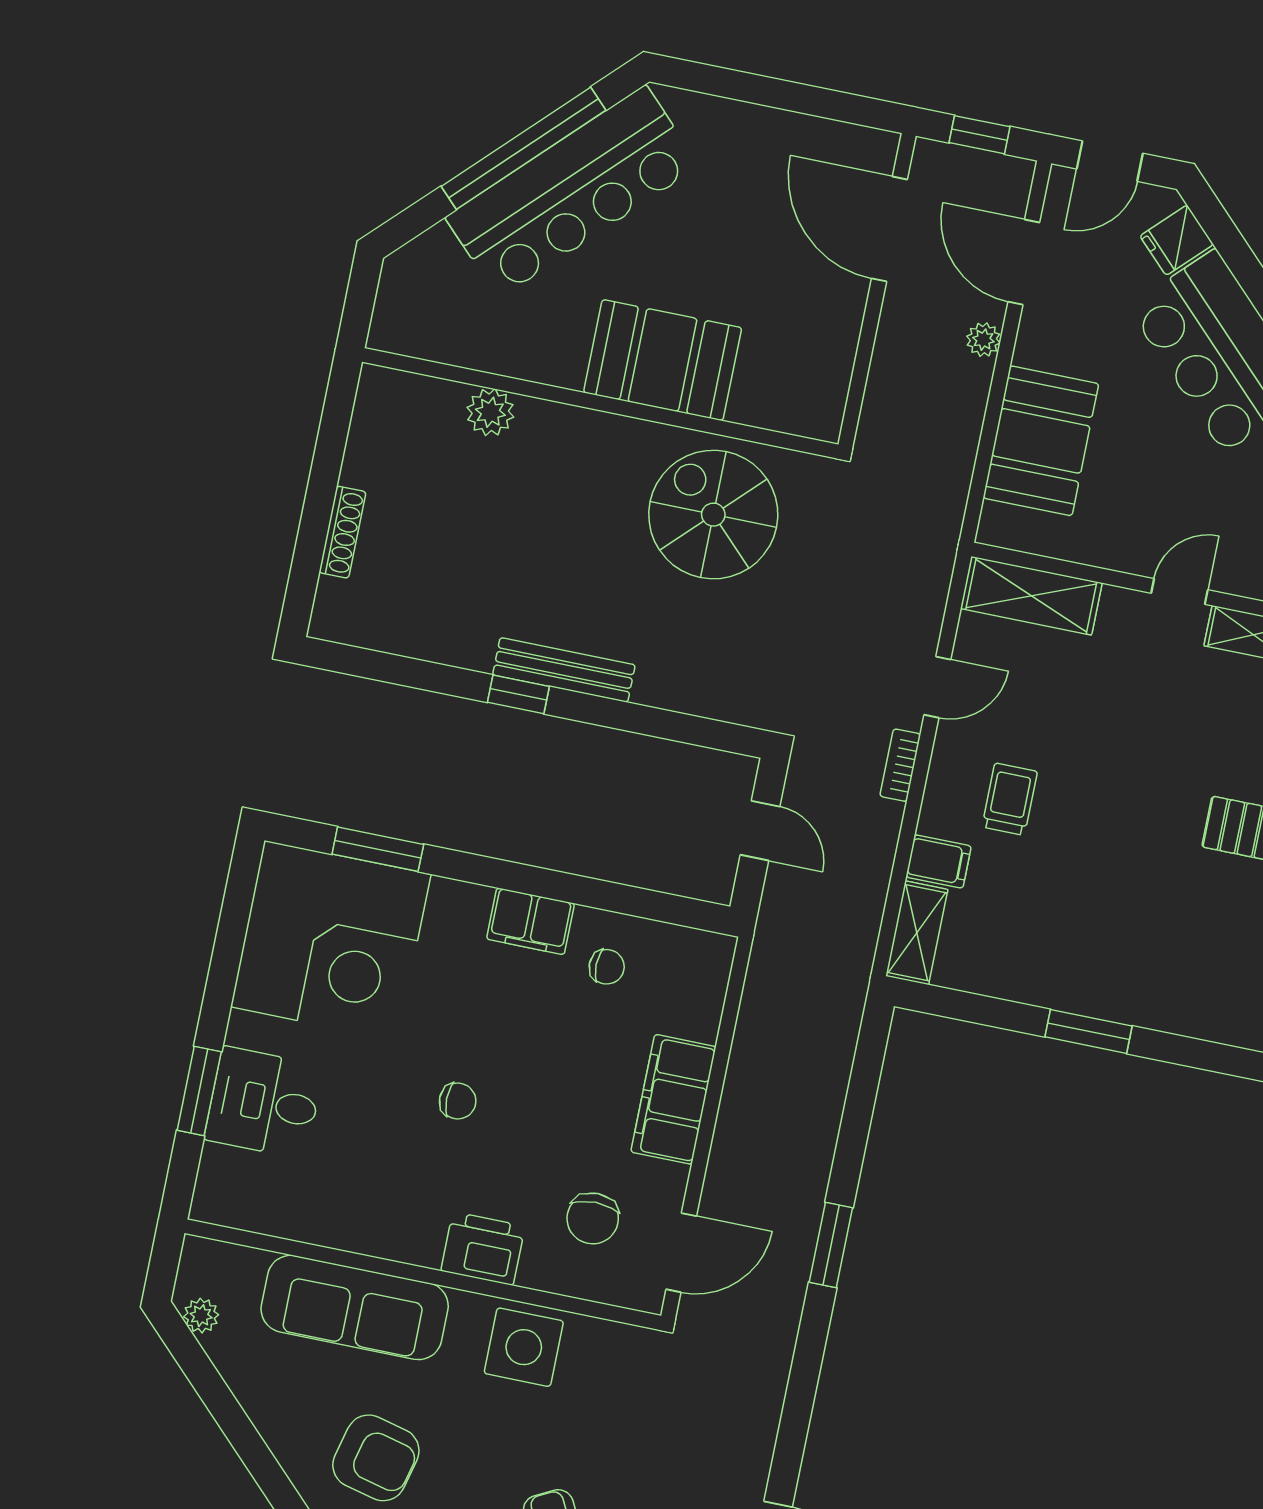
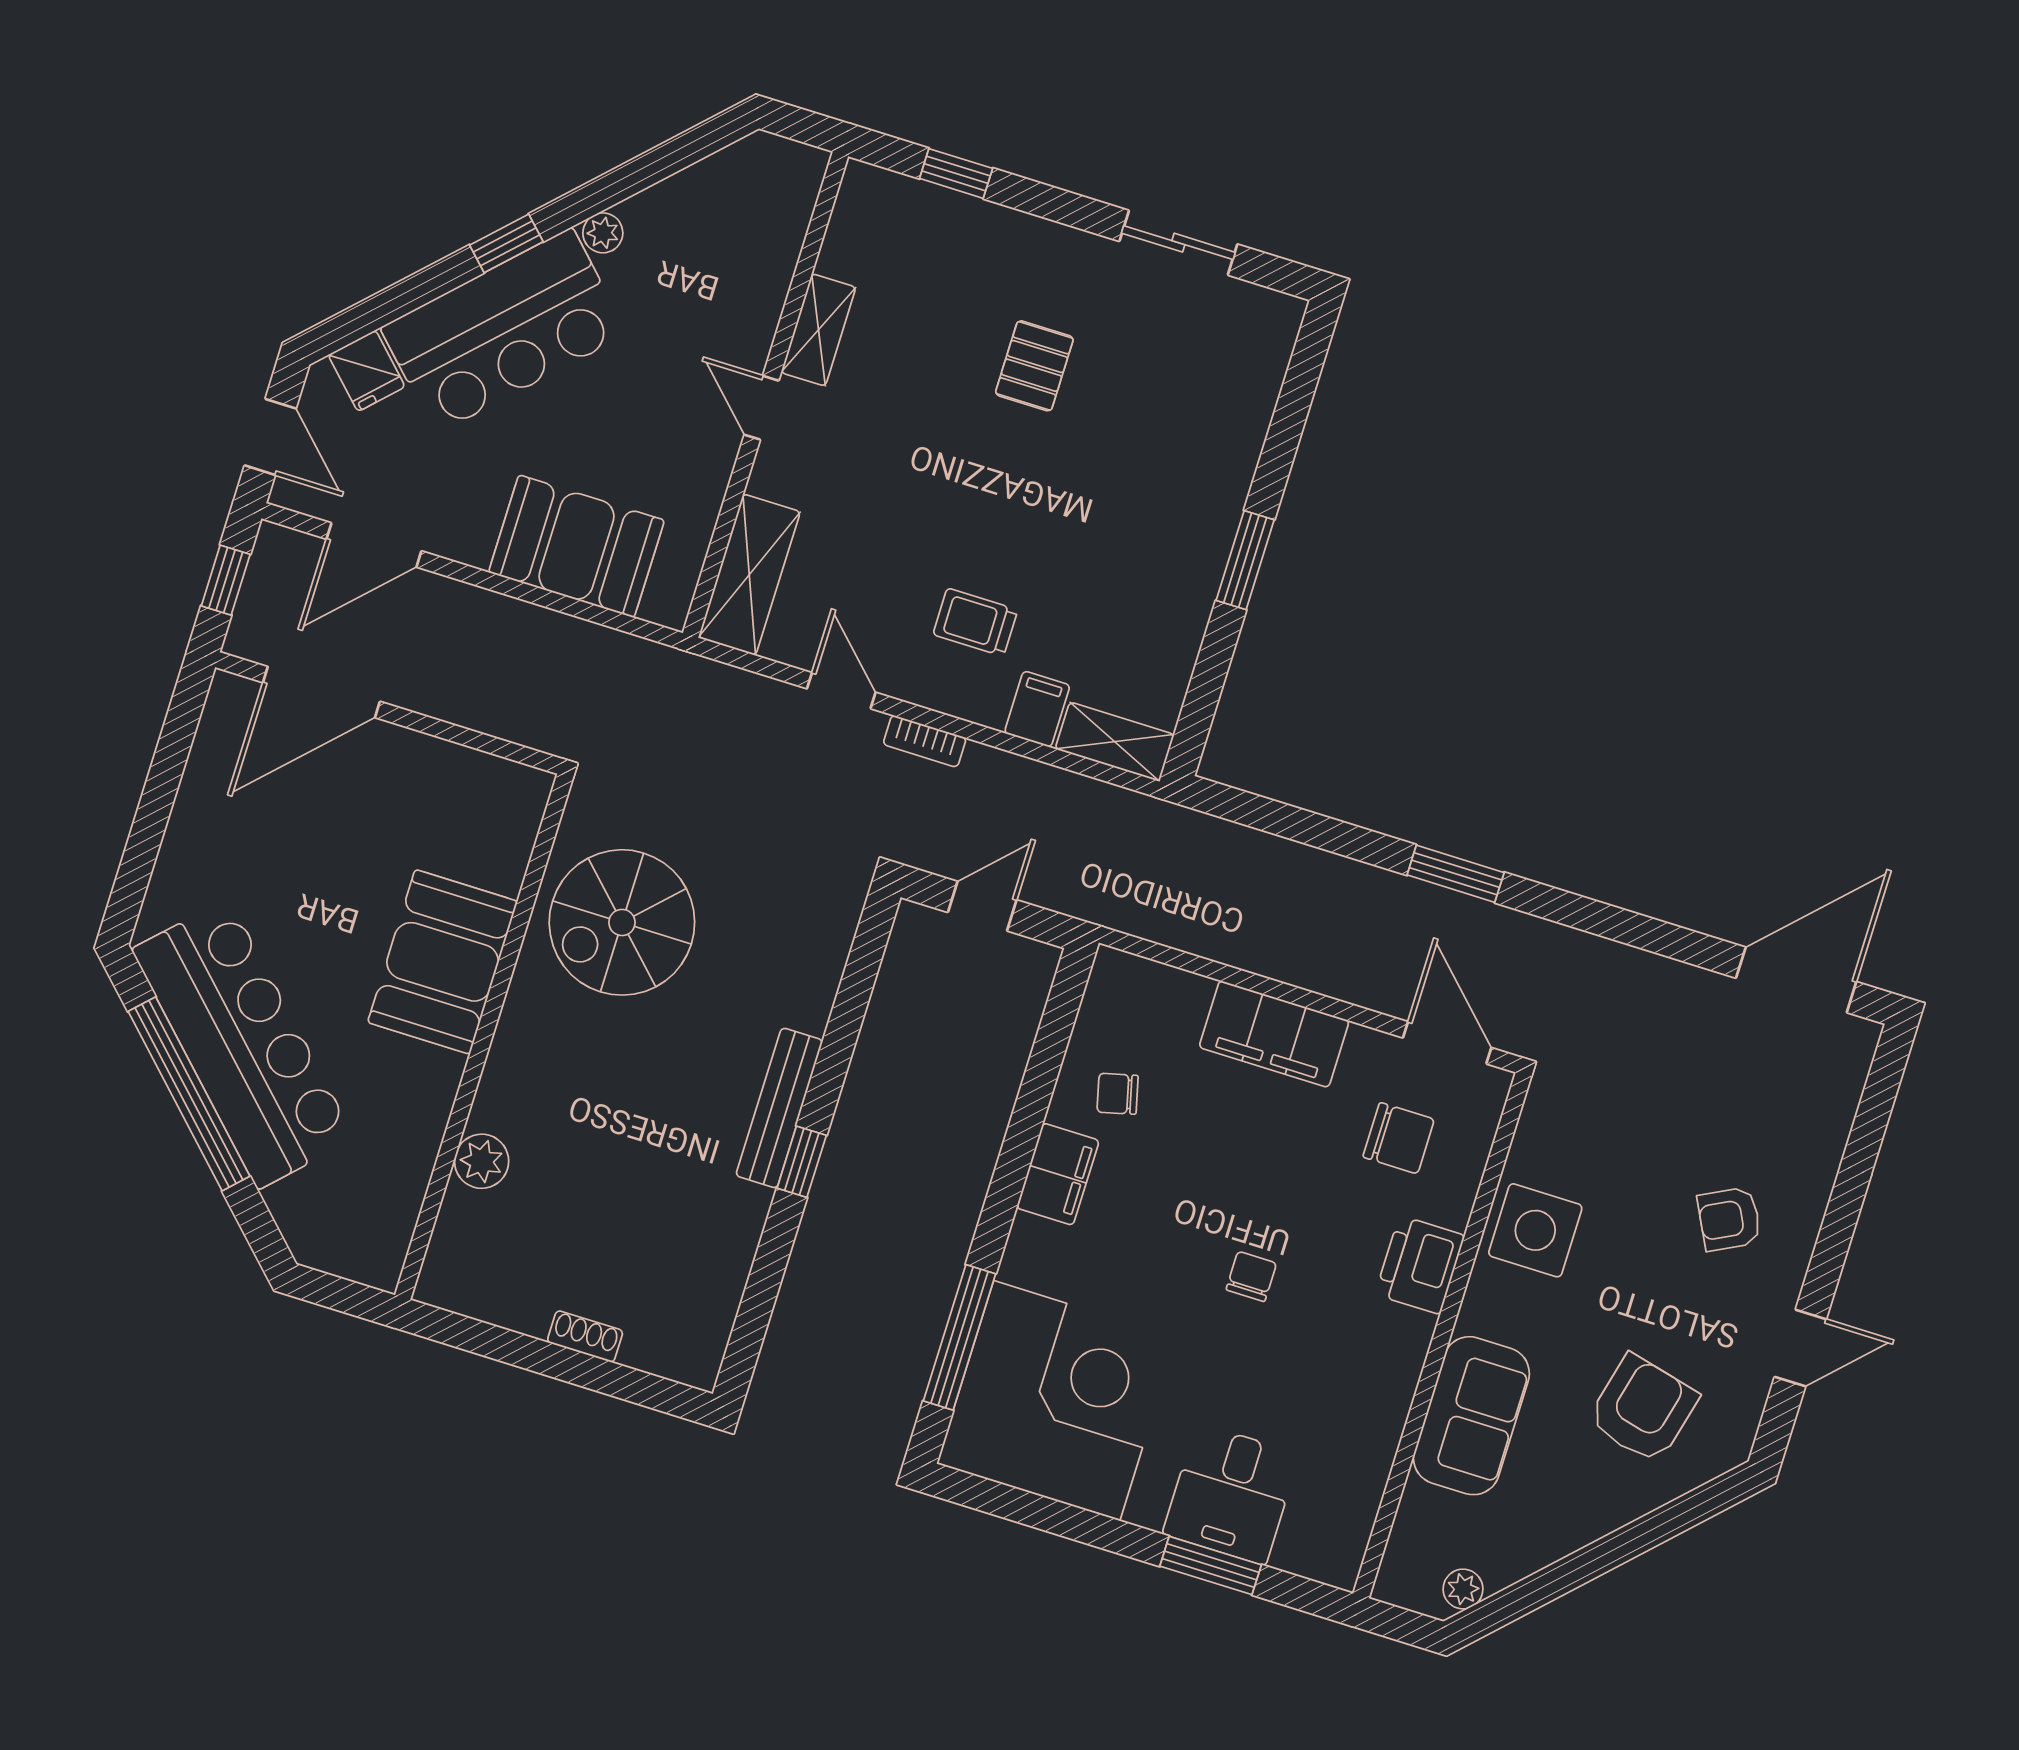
plant: (983, 340) -> (456, 599), removed
shoe rack: (342, 532) -> (585, 1336), width x0.70
window: (378, 849) -> (959, 1337), width x1.44
chair: (607, 967) -> (1118, 1094), turned -104
sofa: (355, 1307) -> (1471, 1416), width x0.73

